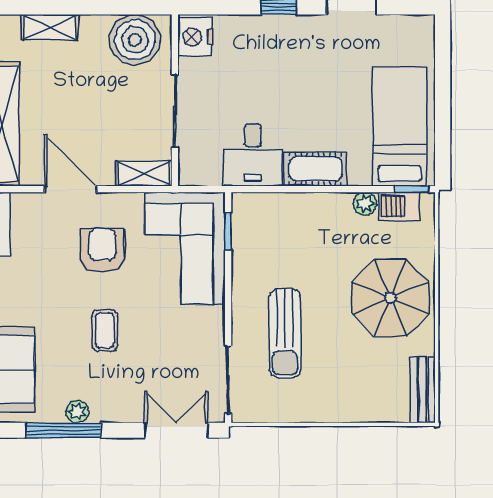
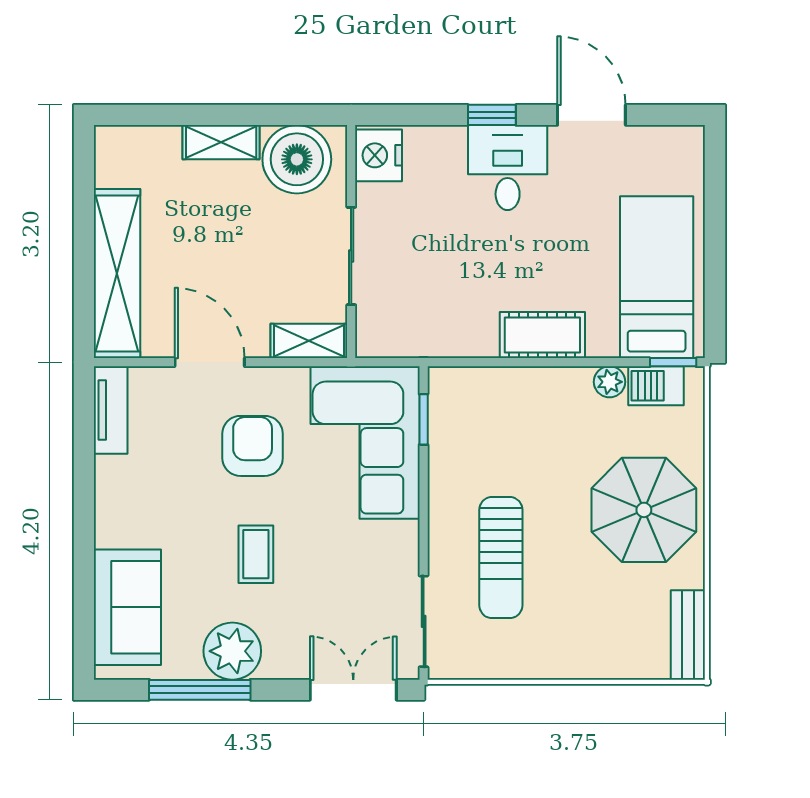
shelving: (50, 27) -> (221, 142), moved
desk: (253, 155) -> (508, 168), moved, turned 180
plant: (77, 412) -> (232, 651), width x1.88, depth x1.88

